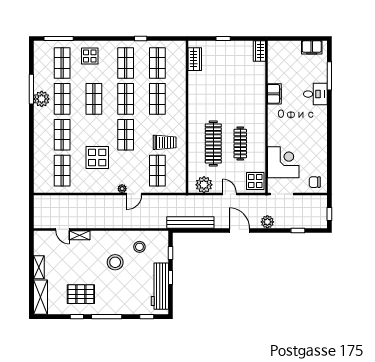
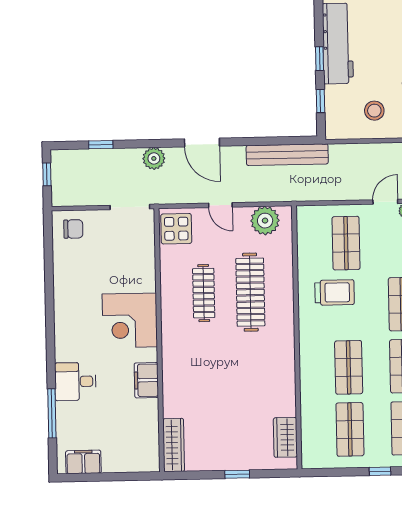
wardrobe: (259, 51) -> (174, 445), width x1.50
trolley: (165, 142) -> (335, 292), turned 180
corner desk: (283, 162) -> (130, 320), moved

